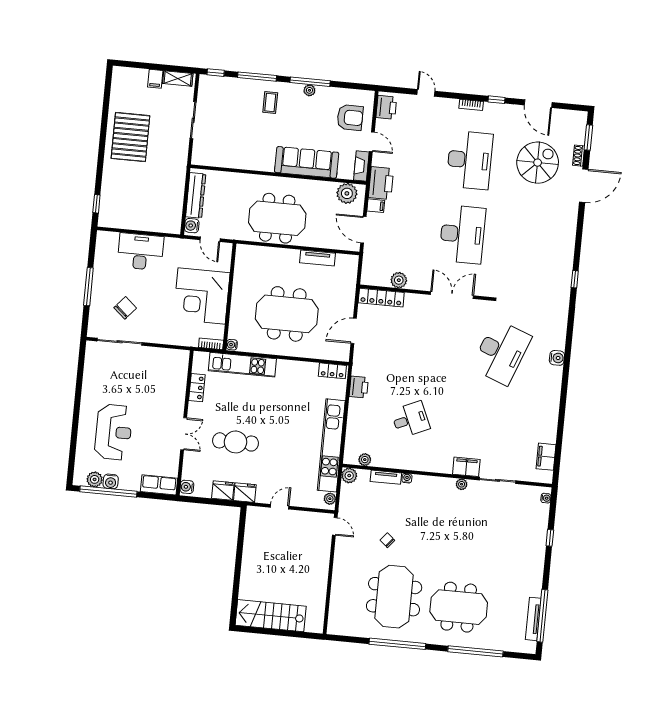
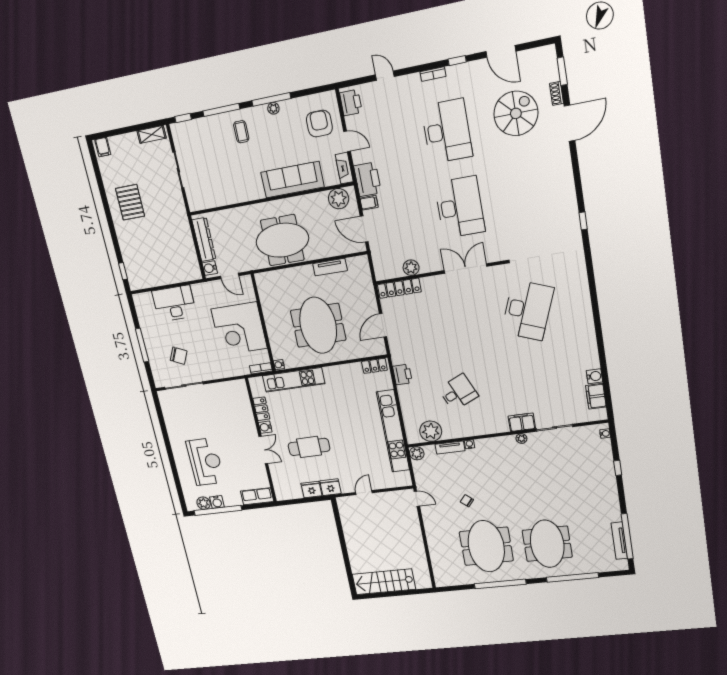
filing cabinet: (155, 79) -> (103, 147), moved
armchair: (350, 118) -> (319, 124), turned -90
pallet: (130, 137) -> (130, 202), width x0.73, depth x0.71
chair: (125, 308) -> (179, 356), turned 74
meeting table: (287, 314) -> (318, 325), turned 90
water cooler: (557, 358) -> (594, 376), moved
plant: (365, 460) -> (431, 431), width x1.87, depth x1.87
water cooler: (187, 487) -> (265, 427), moved
plant: (330, 499) -> (405, 477), removed
meeting table: (459, 607) -> (547, 544), turned 90

